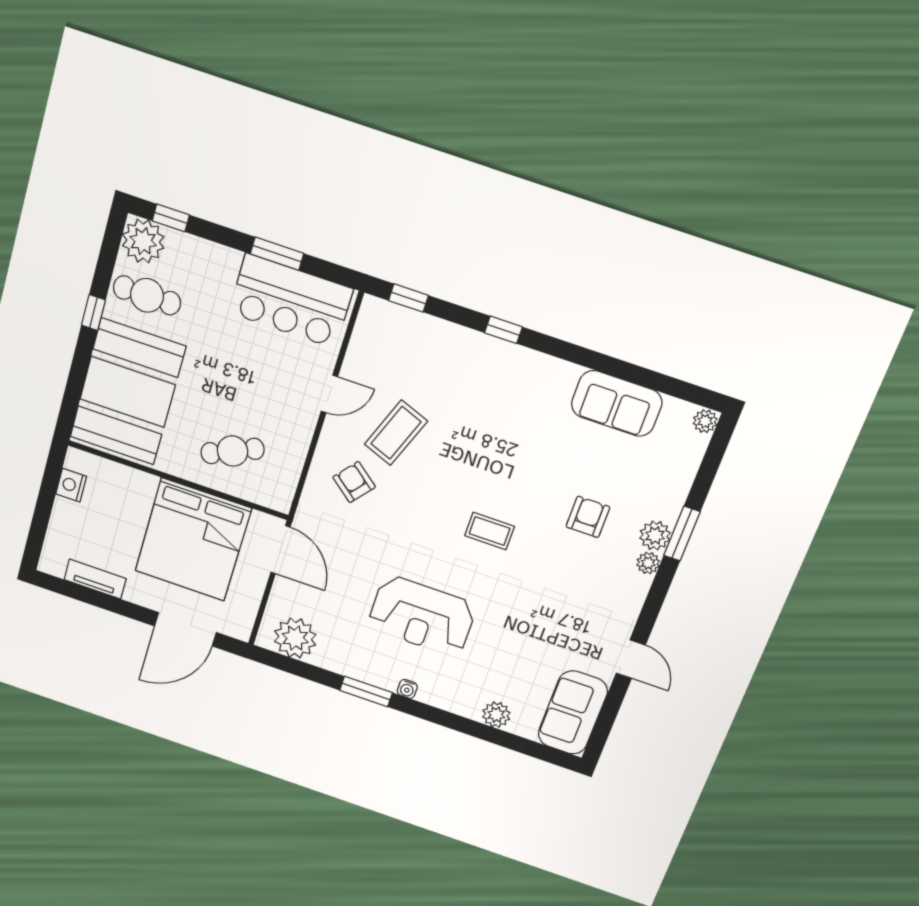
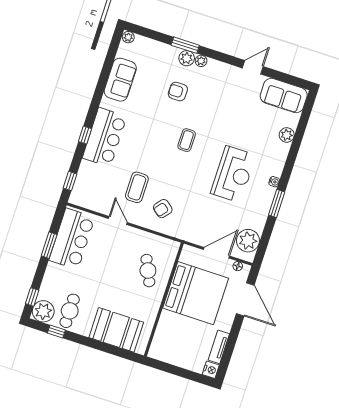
window: (93, 312) -> (56, 331), moved
bar counter: (498, 370) -> (105, 137), added
booth: (128, 392) -> (116, 330), width x0.73, depth x0.70
coffee table: (396, 433) -> (137, 187), turned 69
nightstand: (71, 485) -> (211, 370), moved, turned -90
door: (280, 550) -> (217, 253), moved
floor lamp: (247, 618) -> (238, 266), added

